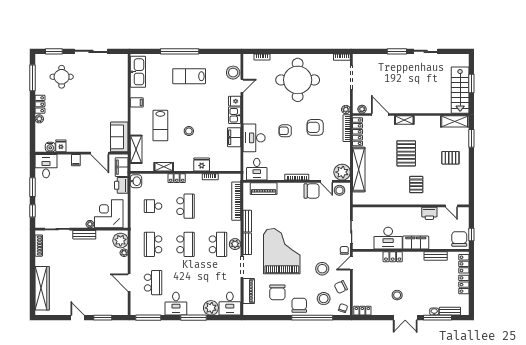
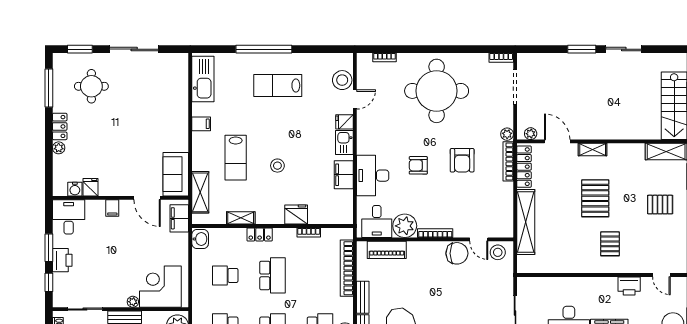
armchair: (315, 127) -> (462, 160), turned -90
plant: (342, 172) -> (405, 226), moved
printer: (121, 185) -> (62, 260), moved, turned 180

